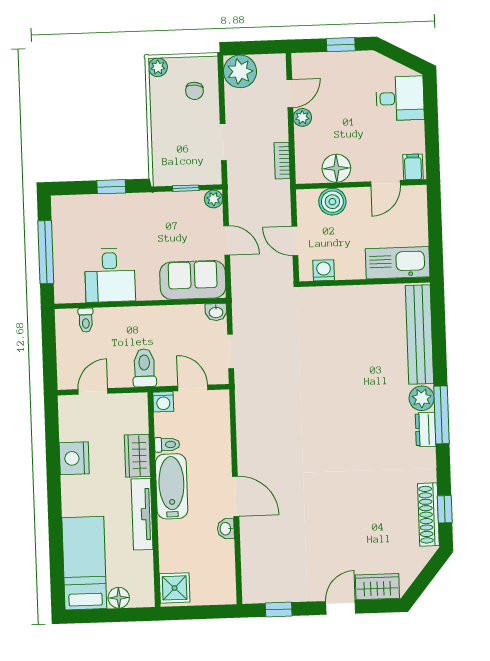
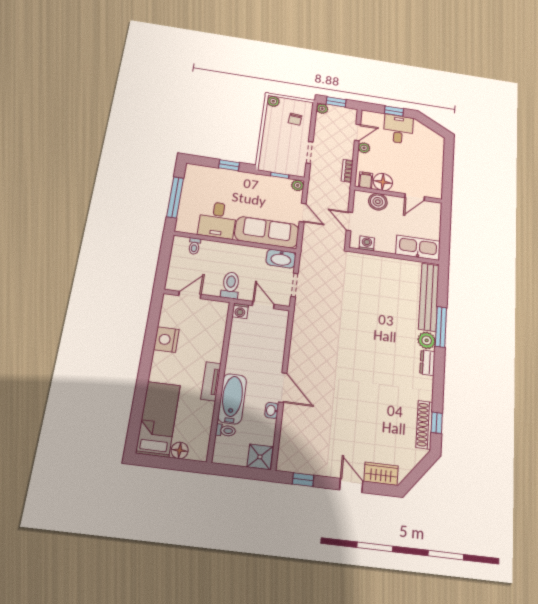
window: (251, 48) -> (336, 102), added
plant: (240, 71) -> (322, 109), width x0.53, depth x0.53
desk: (400, 98) -> (398, 129), moved, turned -90
filing cabinet: (413, 167) -> (366, 180), moved
sofa: (193, 280) -> (267, 232), width x1.36
washbasin: (216, 312) -> (281, 259), width x1.91, depth x1.45
window: (441, 415) -> (441, 327), moved
toilet: (167, 445) -> (225, 431), moved
wardrobe: (137, 456) -> (214, 346), removed
bathtub: (172, 486) -> (232, 399), moved
tv unit: (142, 514) -> (211, 381), width x0.71
shower: (175, 588) -> (260, 457), moved
door: (341, 607) -> (351, 486), hinge flipped

